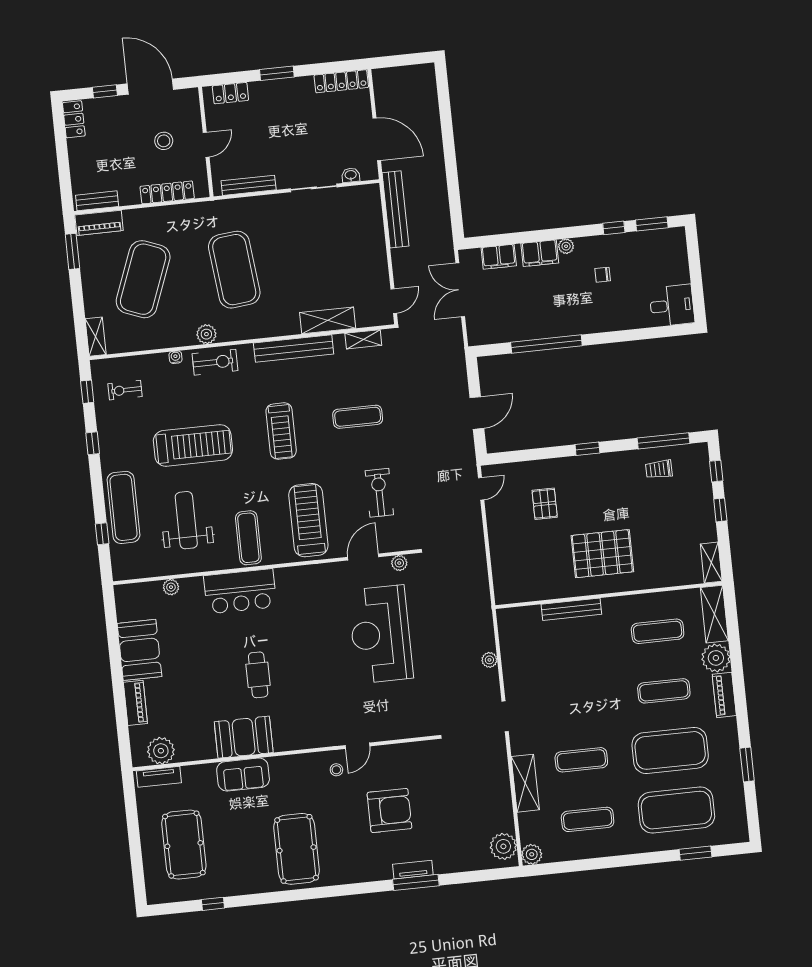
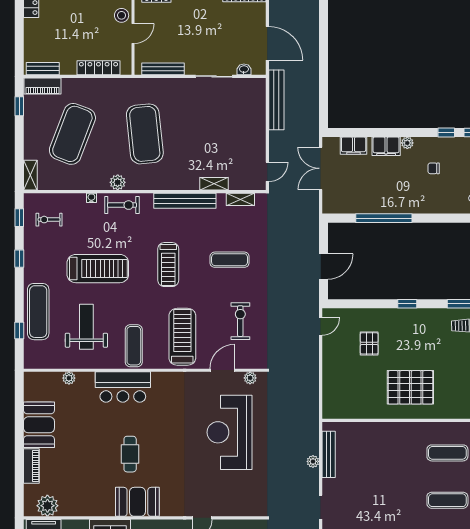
stool: (164, 141) -> (122, 15), moved
window: (72, 251) -> (19, 106), width x0.67
shelving: (328, 320) -> (214, 184), width x0.67, depth x0.75
bench: (571, 609) -> (329, 454), moved, turned 90
booth: (244, 737) -> (137, 502), moved

